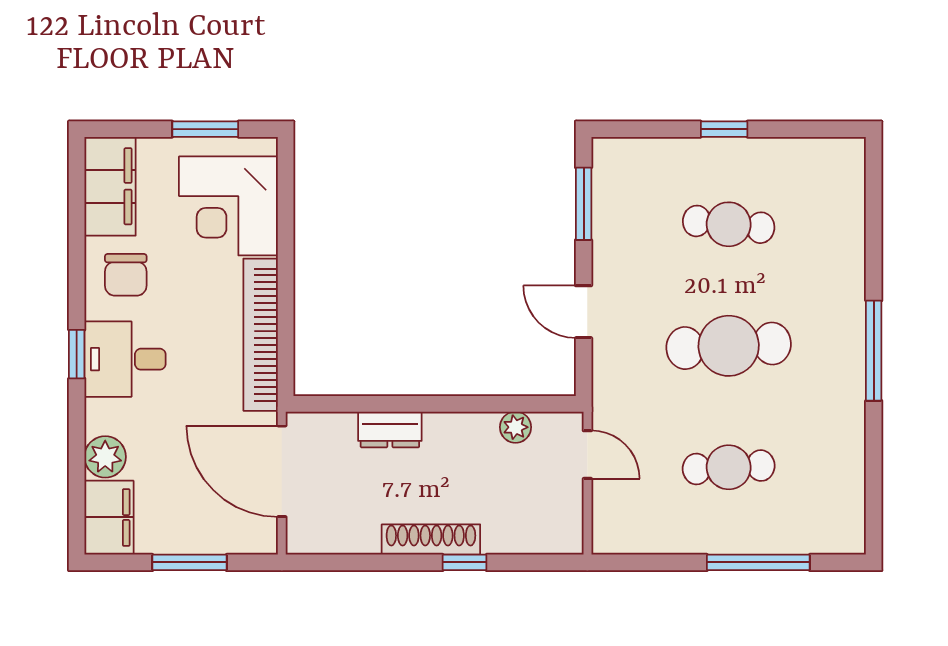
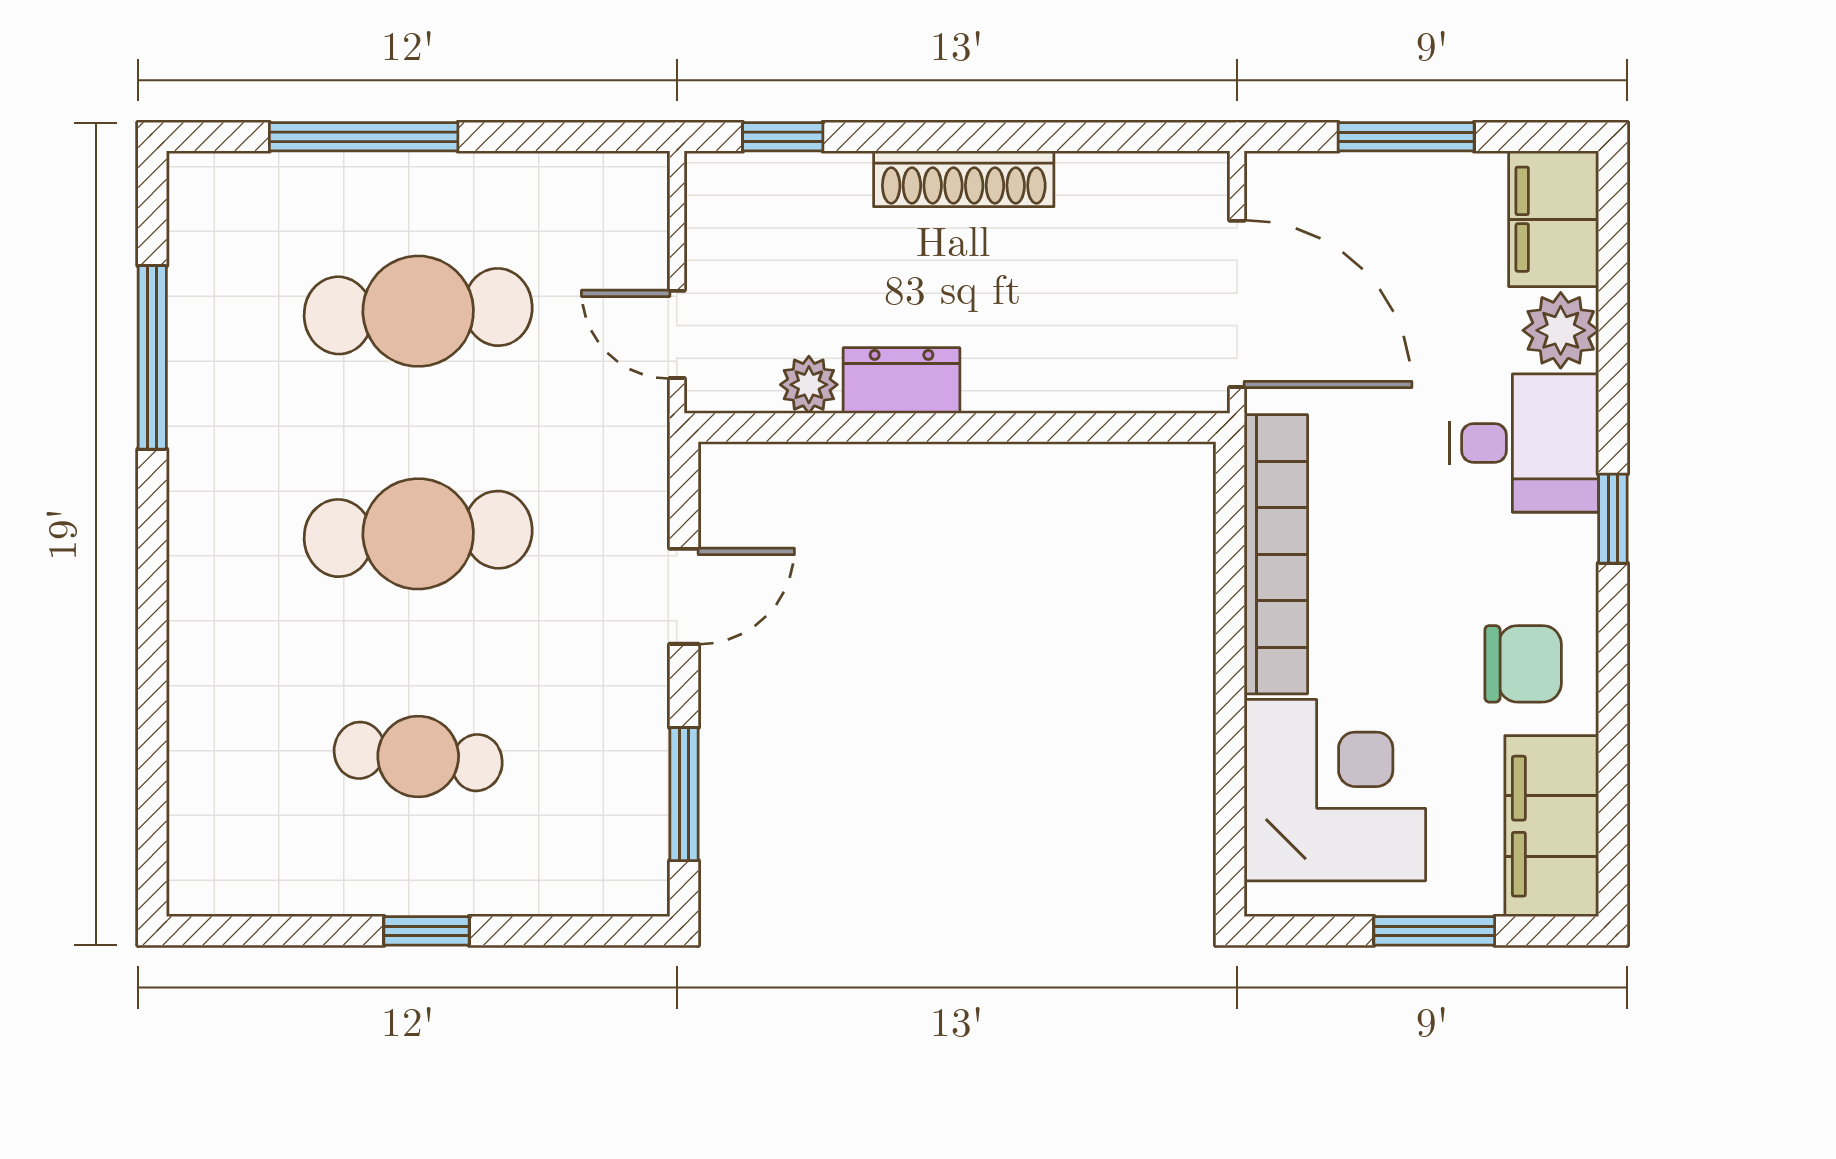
window: (205, 129) -> (1434, 931), moved
chair: (126, 275) -> (1523, 664), turned 90
door: (584, 312) -> (684, 596), hinge flipped
window: (874, 351) -> (152, 357), moved
desk: (125, 359) -> (1524, 443), moved
dresser: (390, 429) -> (901, 380), moved
cafe table: (729, 467) -> (418, 311), width x1.37, depth x1.35
window: (465, 562) -> (783, 137), moved

